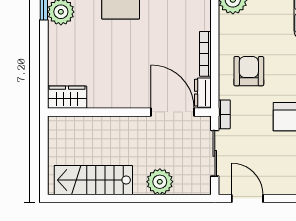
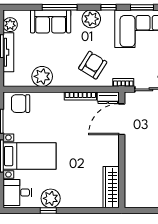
armchair: (249, 71) -> (93, 65), turned 122
wardrobe: (67, 97) -> (111, 187), width x1.50

